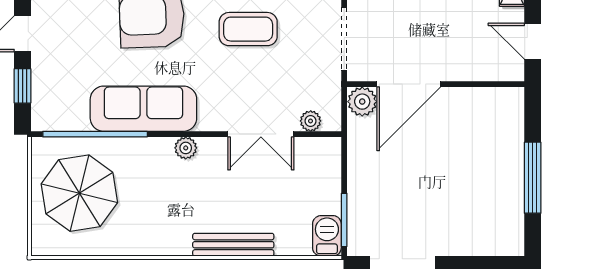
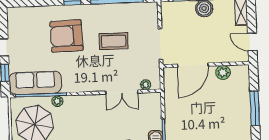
plant: (362, 102) -> (223, 72), moved
sofa: (143, 109) -> (35, 83), moved
plant: (186, 148) -> (57, 101), moved

